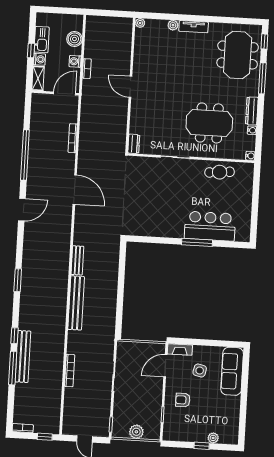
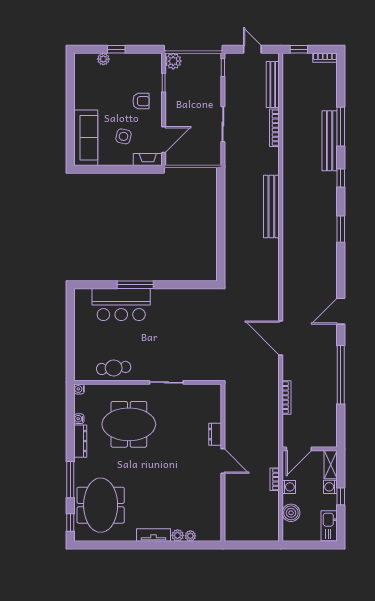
plant: (140, 23) -> (190, 536), moved
kitchen sink: (42, 40) -> (329, 526), moved
dresser: (134, 144) -> (215, 434), moved
bench: (77, 260) -> (273, 85), moved, width x1.36
window: (15, 336) -> (341, 178), moved
plant: (136, 432) -> (173, 61), moved

